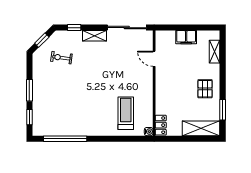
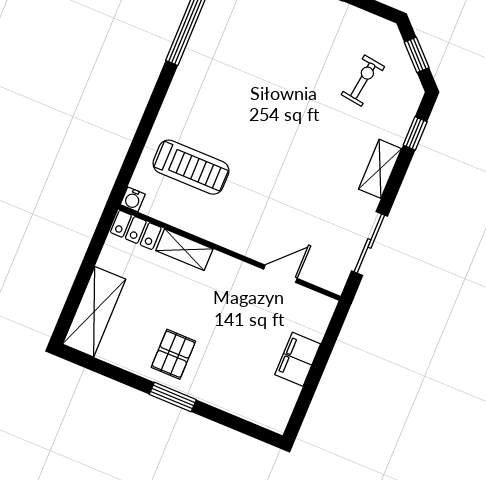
sliding door: (127, 28) -> (369, 244), width x0.73
shelving: (214, 52) -> (184, 250), moved
pallet: (205, 89) -> (173, 354), turned 90
window: (223, 110) -> (173, 397), moved

